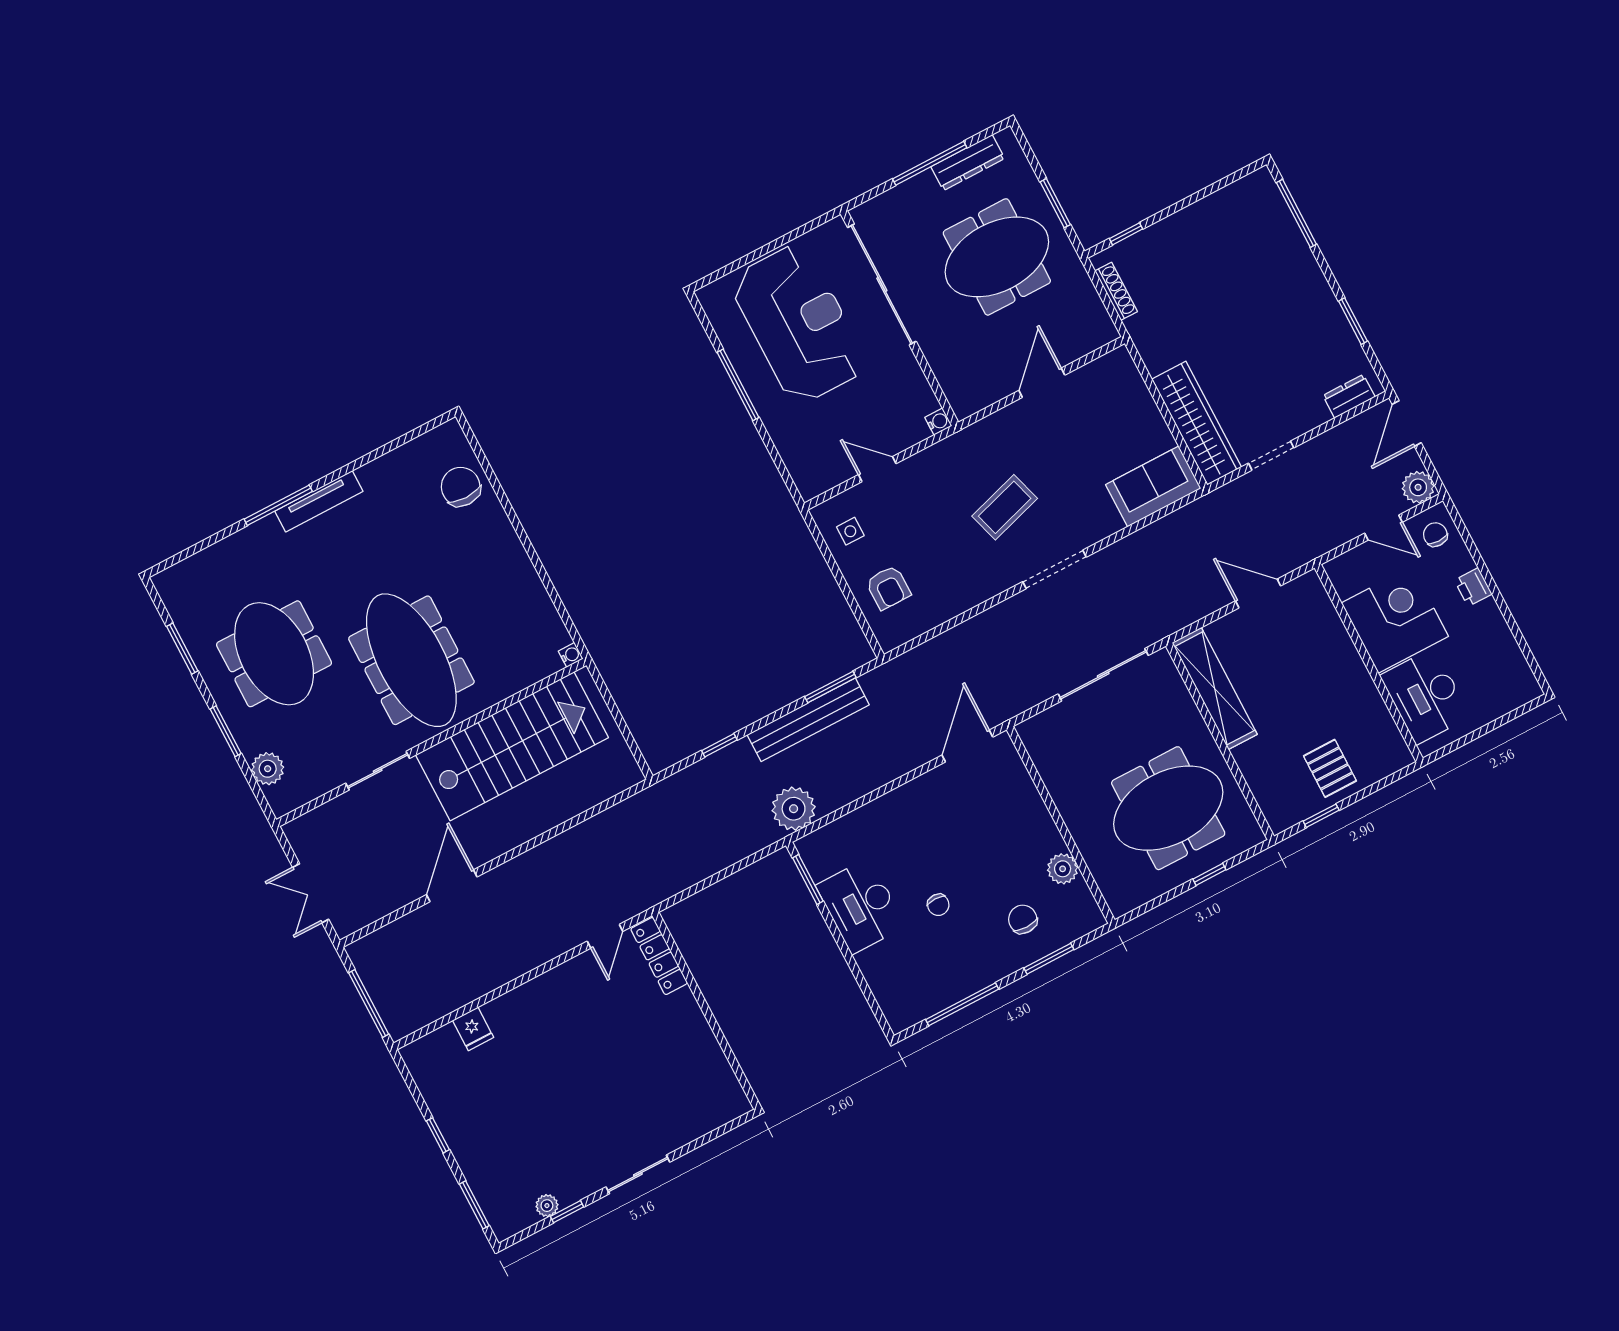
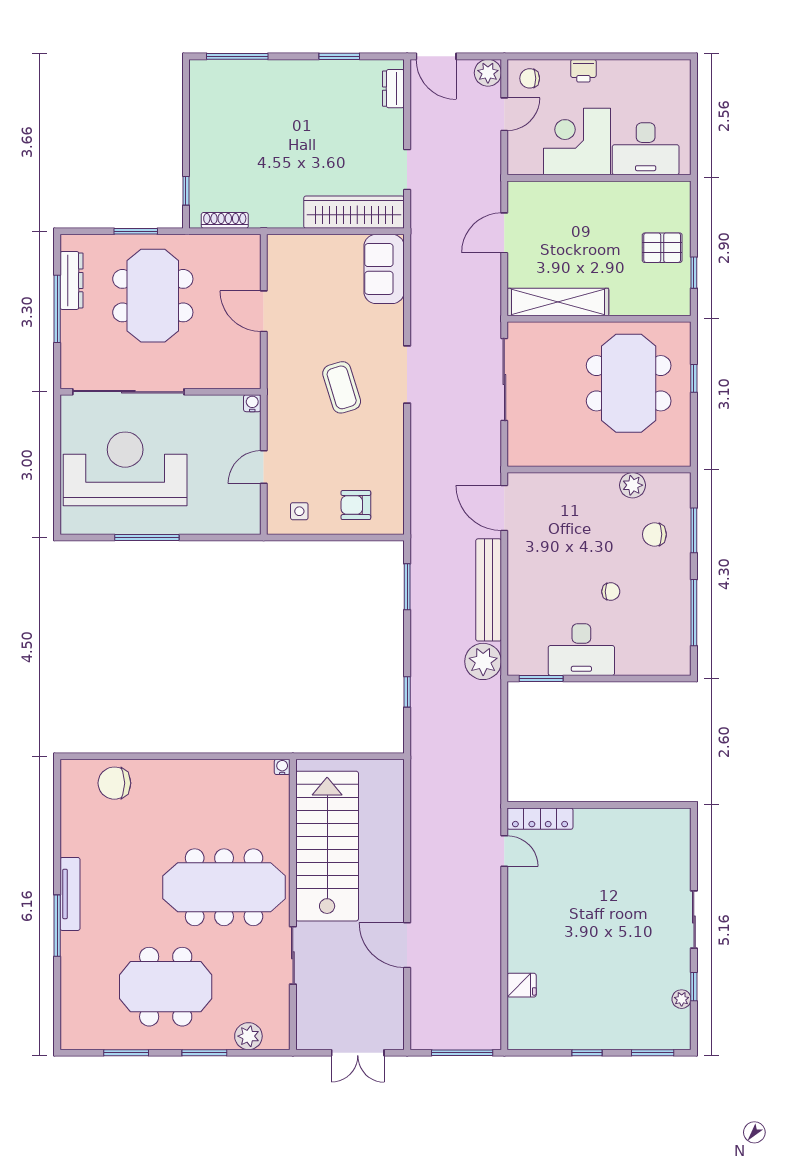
armchair: (888, 588) -> (356, 505), turned 180
bench: (808, 720) -> (489, 590), moved

